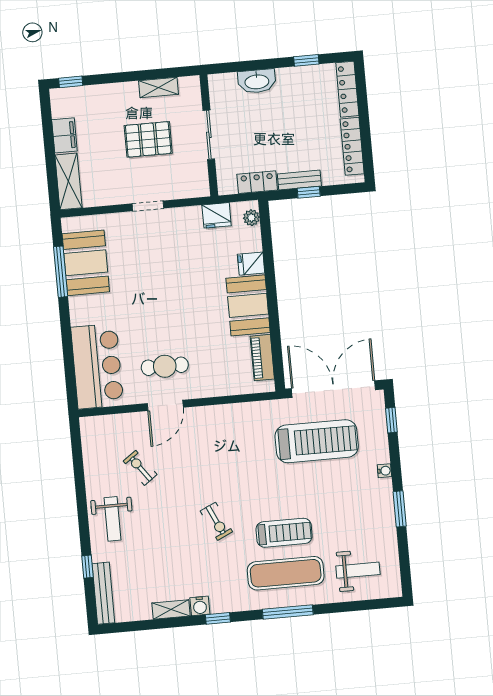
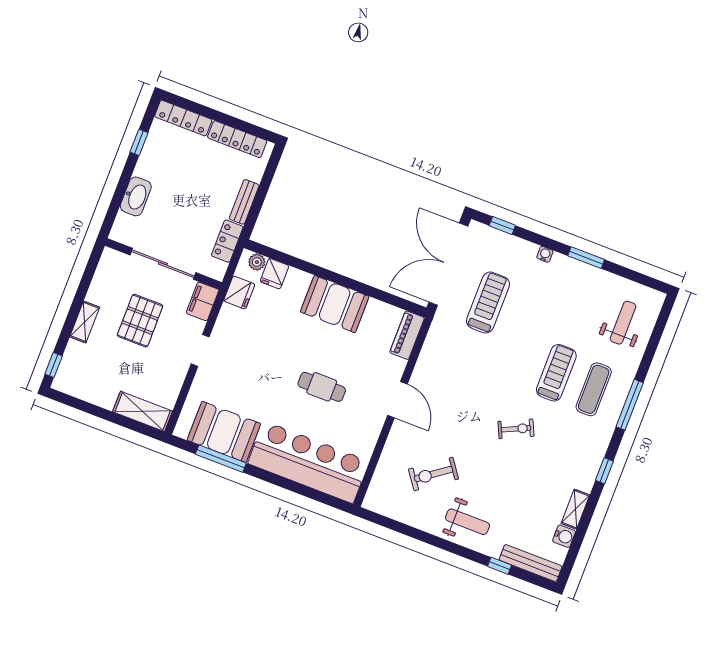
shelving: (158, 87) -> (85, 322), moved
filing cabinet: (64, 135) -> (203, 301), moved, turned -90
sliding door: (209, 135) -> (163, 264), width x1.37
window: (309, 192) -> (259, 199), removed
fridge: (251, 264) -> (274, 274), moved
piano: (262, 358) -> (407, 335), moved, turned 90
bar counter: (97, 366) -> (308, 462), width x1.36
cafe table: (165, 366) -> (322, 387), moved, turned 90
door: (165, 405) -> (397, 400), moved
treadmill: (317, 441) -> (488, 303), width x0.73, depth x0.73
exercise bike: (140, 468) -> (434, 474), width x1.38, depth x1.39
exercise mat: (286, 573) -> (594, 389), width x0.73, depth x0.69
water cooler: (200, 606) -> (564, 536), moved

